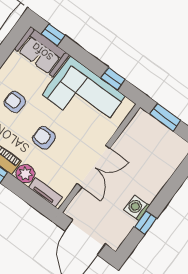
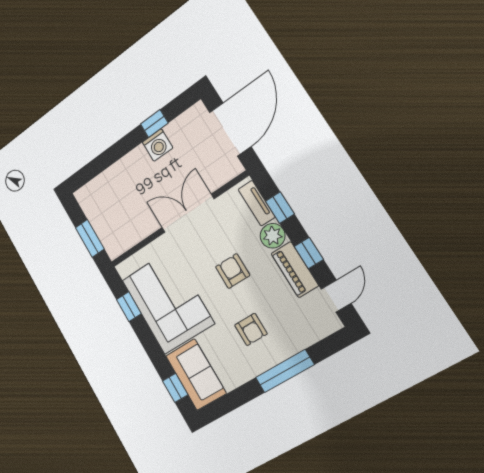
armchair: (44, 138) -> (233, 271), turned 180
window: (28, 195) -> (280, 208), added

